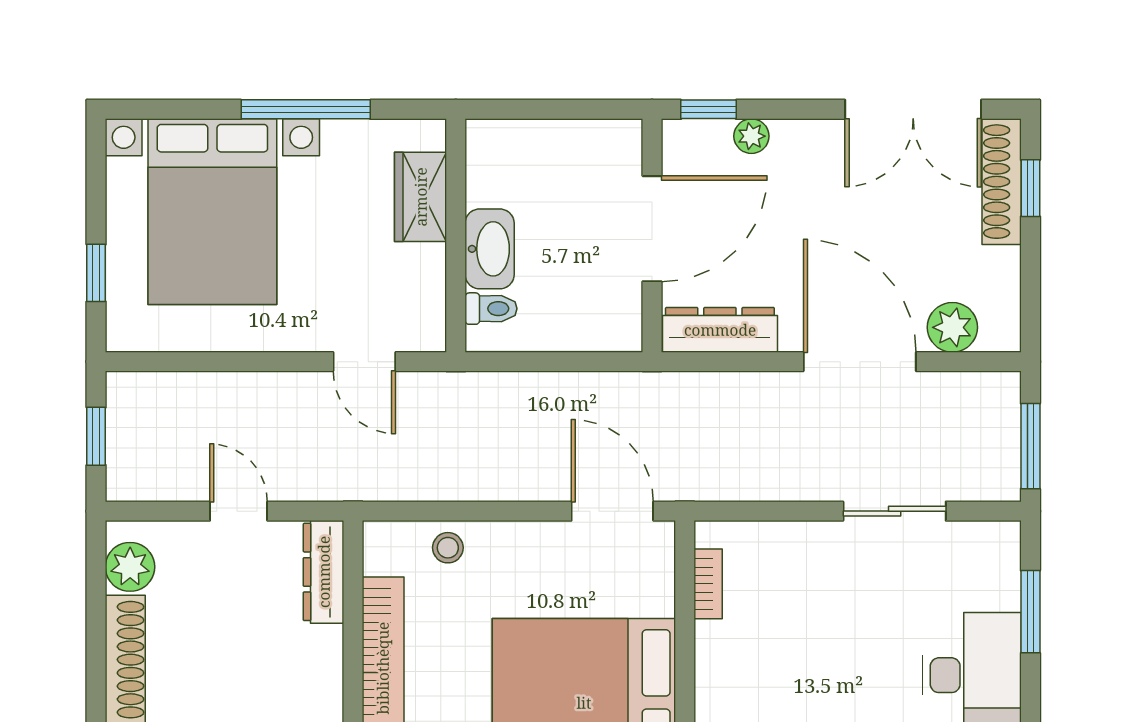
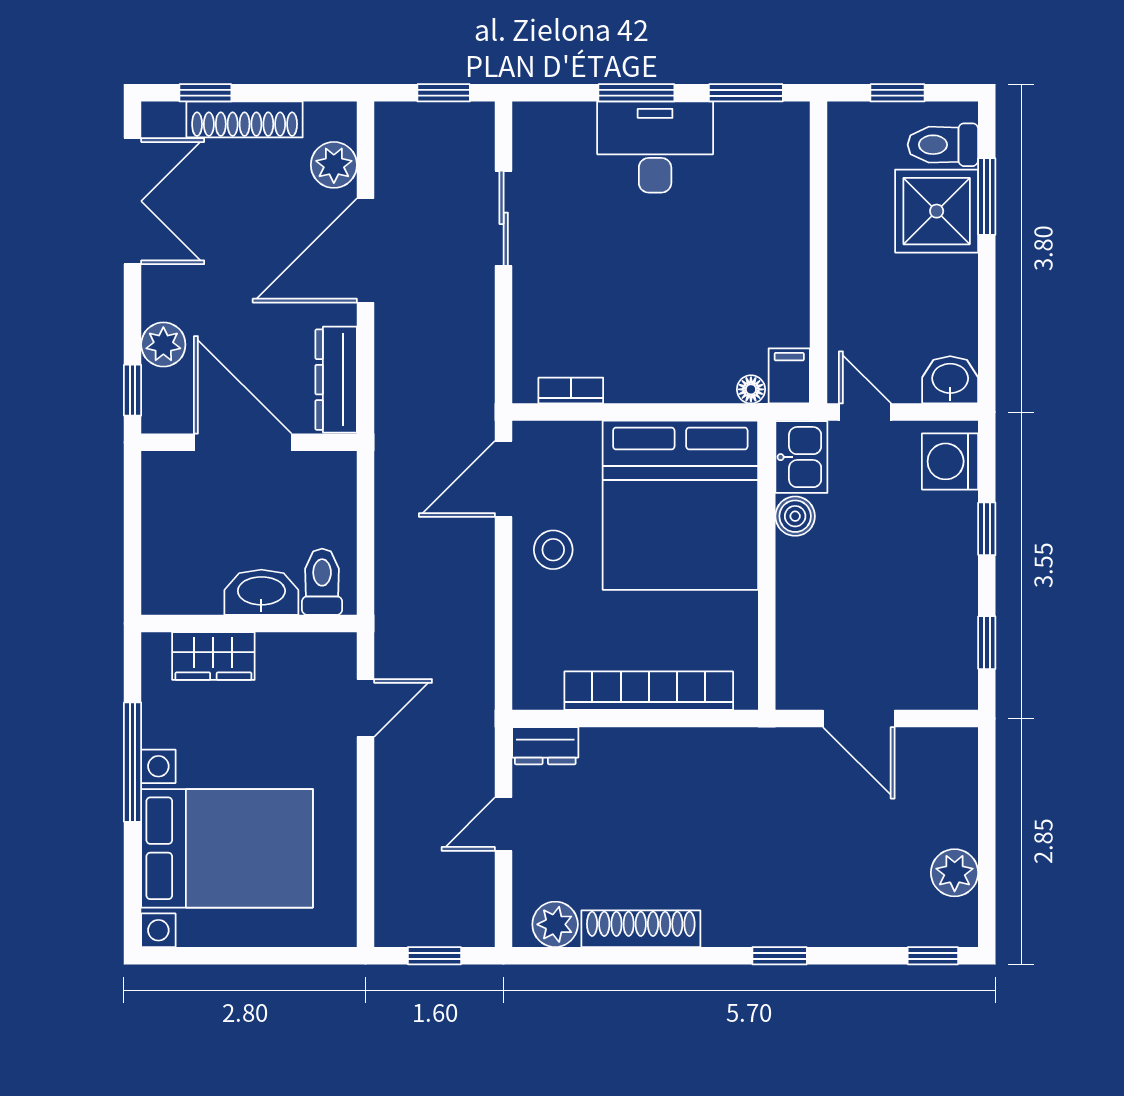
plant: (751, 136) -> (163, 345), width x1.38, depth x1.38
shoe rack: (1002, 182) -> (245, 119), moved
window: (96, 273) -> (284, 956), removed
toilet: (491, 309) -> (322, 582), width x1.37, depth x1.39
window: (1030, 446) -> (444, 93), width x0.67
stool: (448, 548) -> (553, 550), moved, width x1.37, depth x1.37
dresser: (324, 572) -> (545, 746), width x0.70
window: (1030, 612) -> (636, 93), moved

